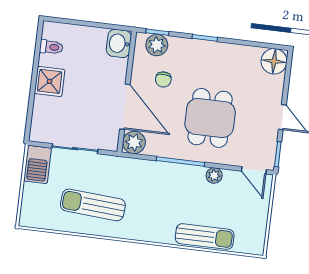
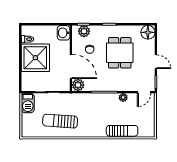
shower: (50, 81) -> (35, 58), width x1.86, depth x1.86
dining table: (210, 118) -> (120, 53), moved
door: (254, 170) -> (144, 92), hinge flipped

